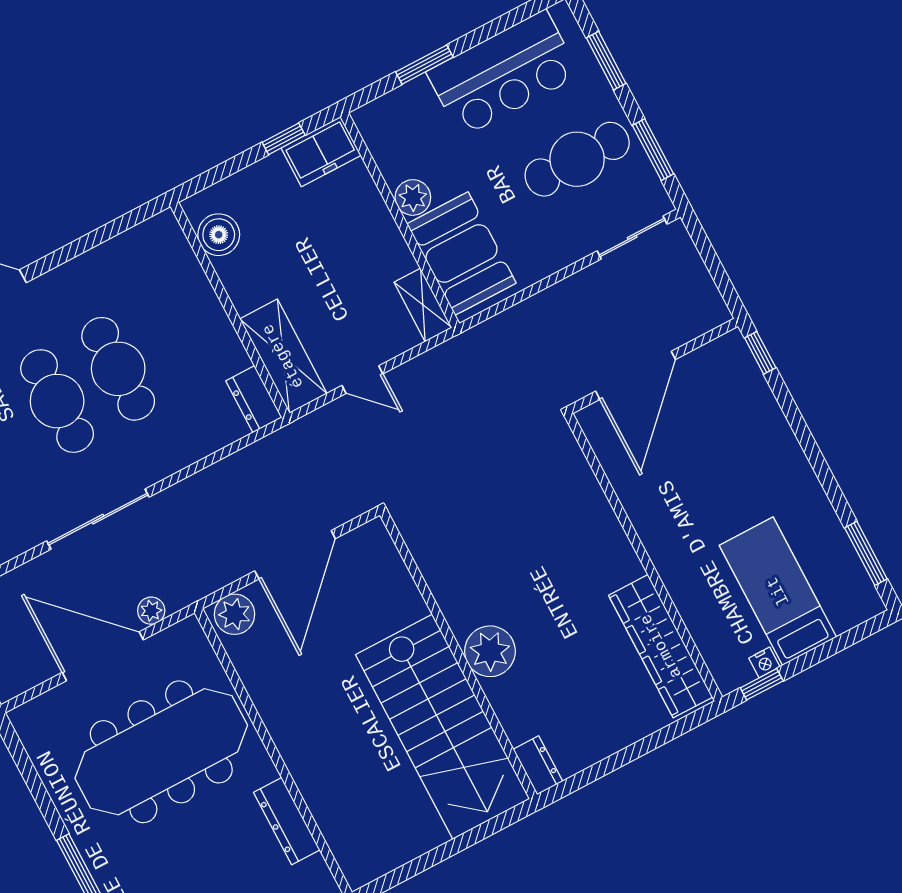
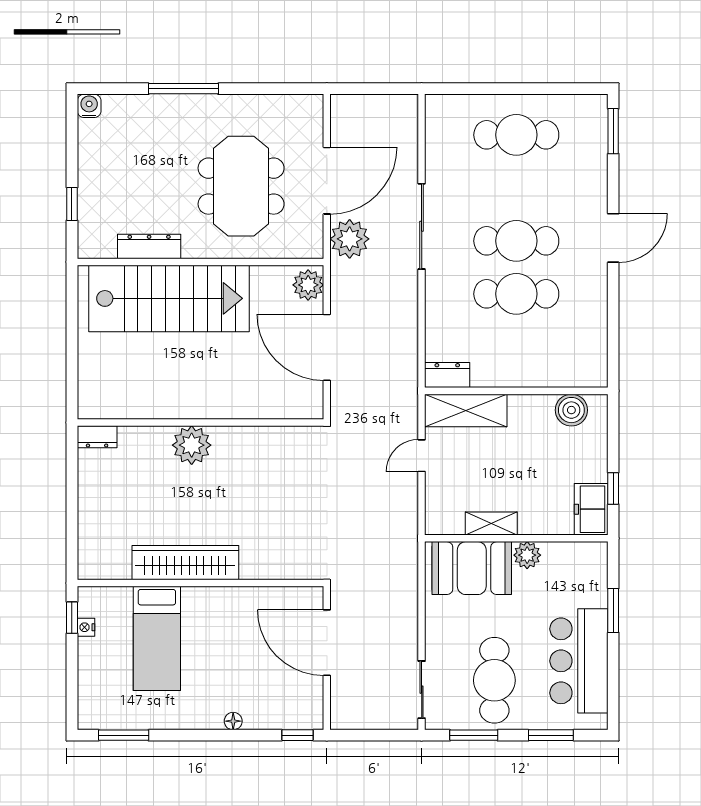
shelving: (423, 305) -> (491, 524), moved
floor lamp: (783, 436) -> (233, 721), added
bed: (778, 591) -> (157, 638), moved, turned 90
plant: (151, 611) -> (350, 239), width x1.88, depth x1.88
wardrobe: (661, 646) -> (185, 563), moved
stairs: (443, 727) -> (169, 298), moved, turned 180
meeting table: (161, 752) -> (241, 186), width x0.73

